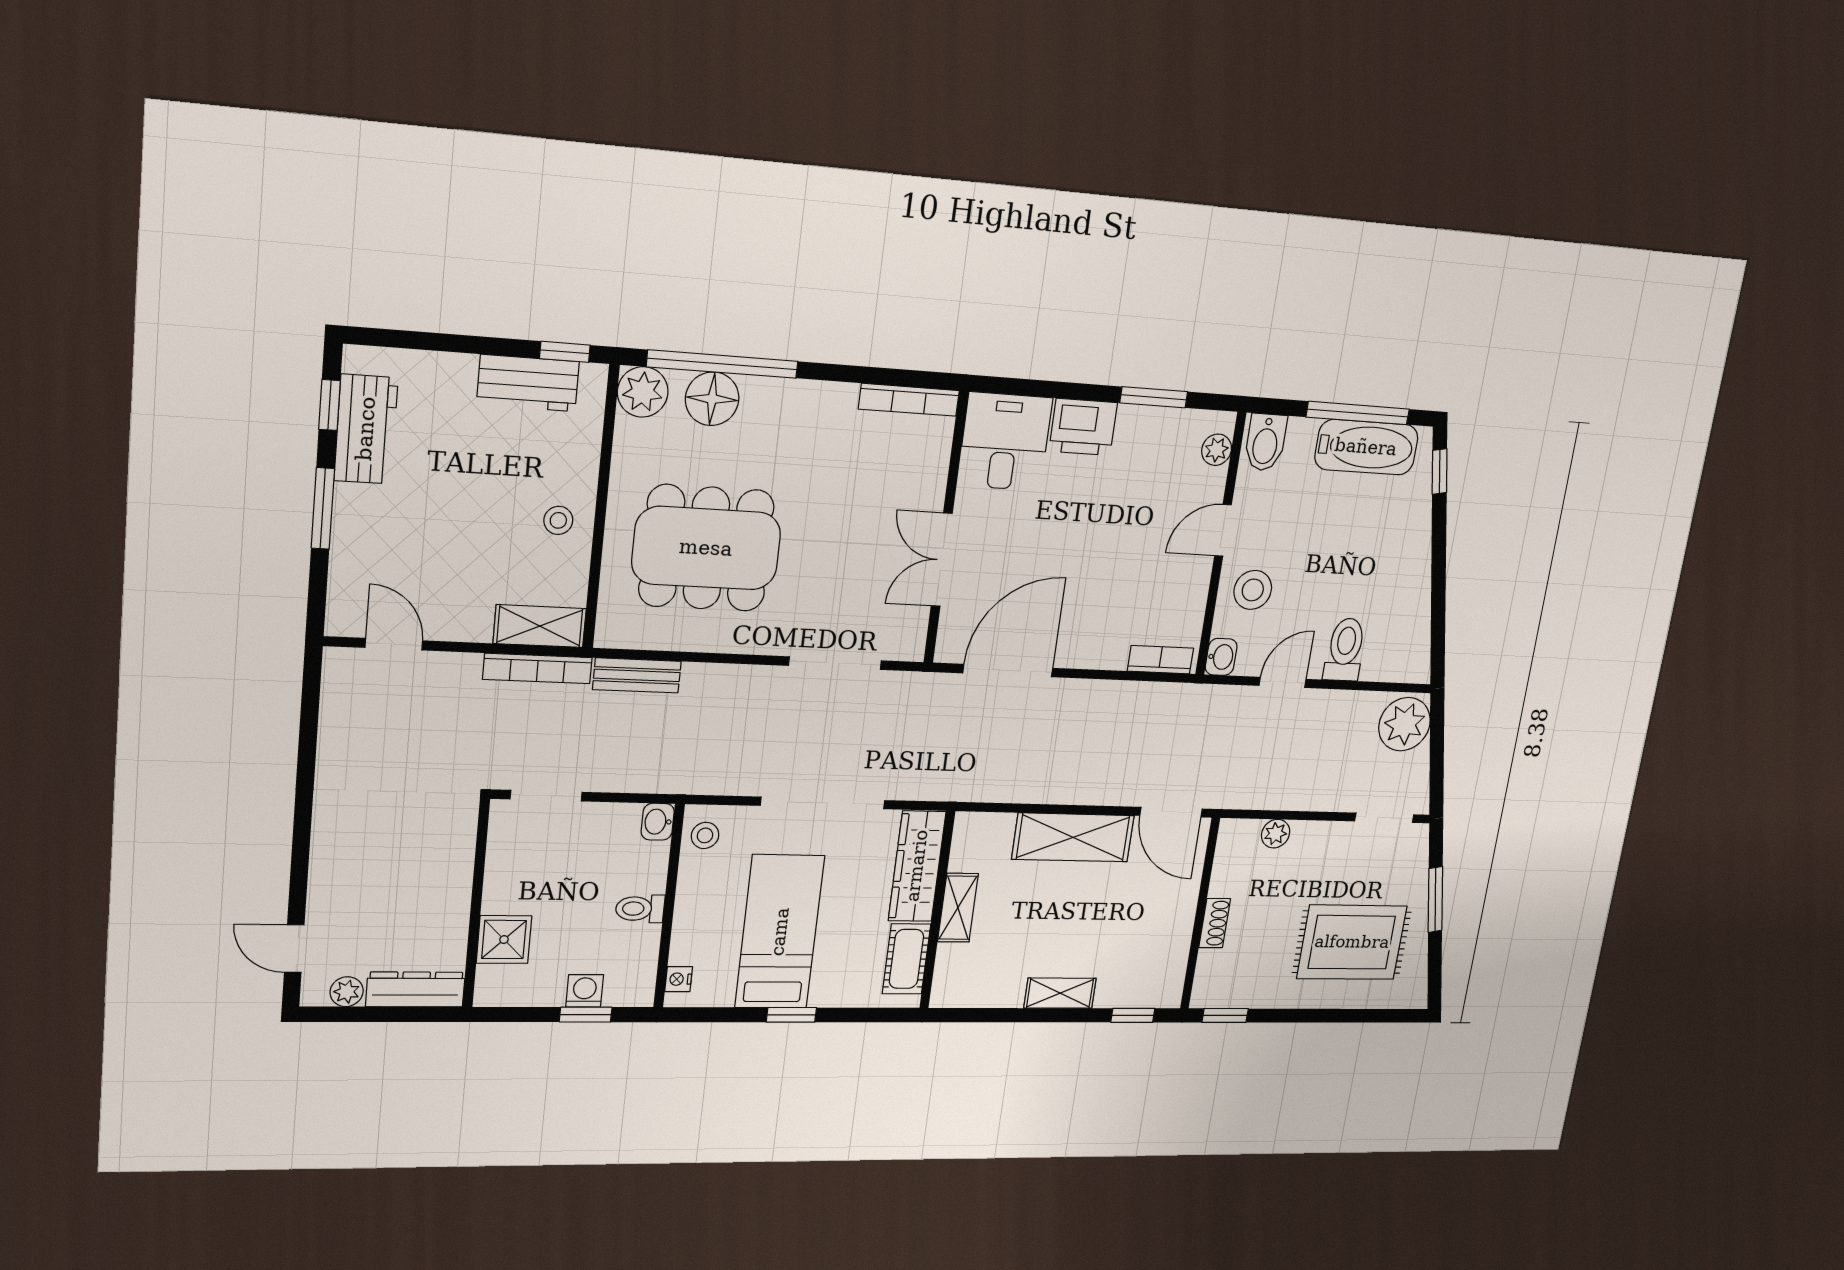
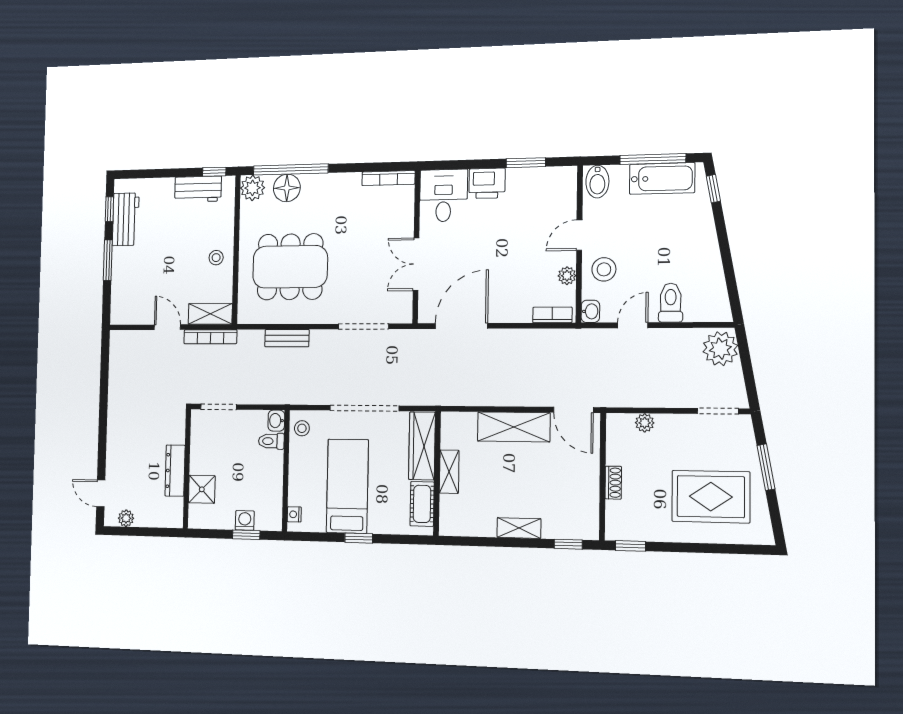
plant: (1217, 450) -> (567, 276), moved
door: (394, 644) -> (167, 327), moved
bench: (637, 675) -> (287, 338), moved
toilet: (640, 909) -> (271, 441), moved
dresser: (416, 989) -> (175, 471), moved, turned -90

